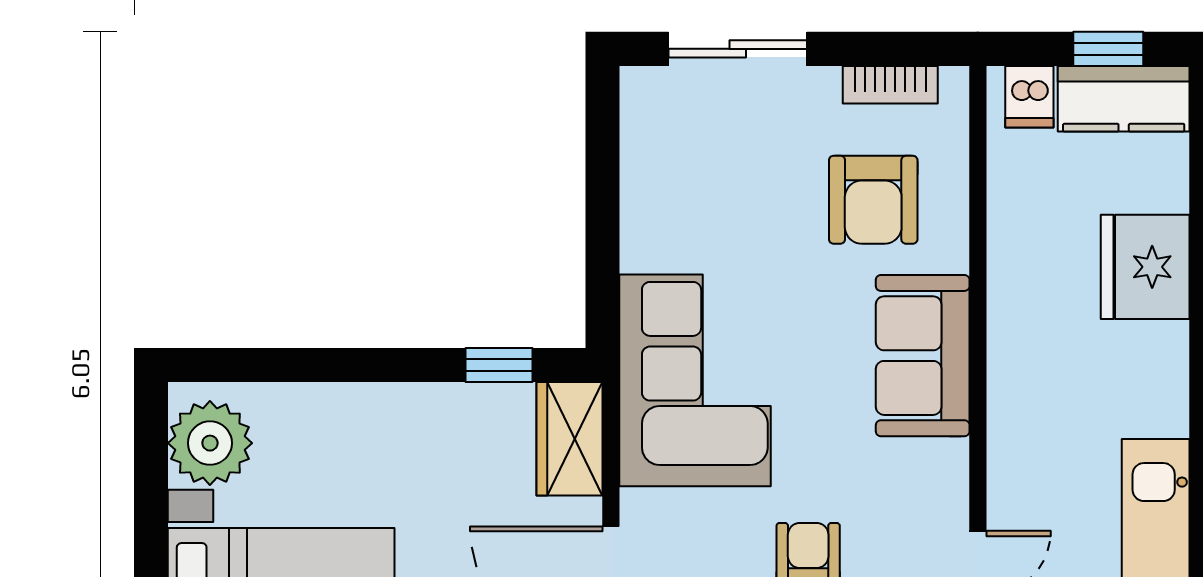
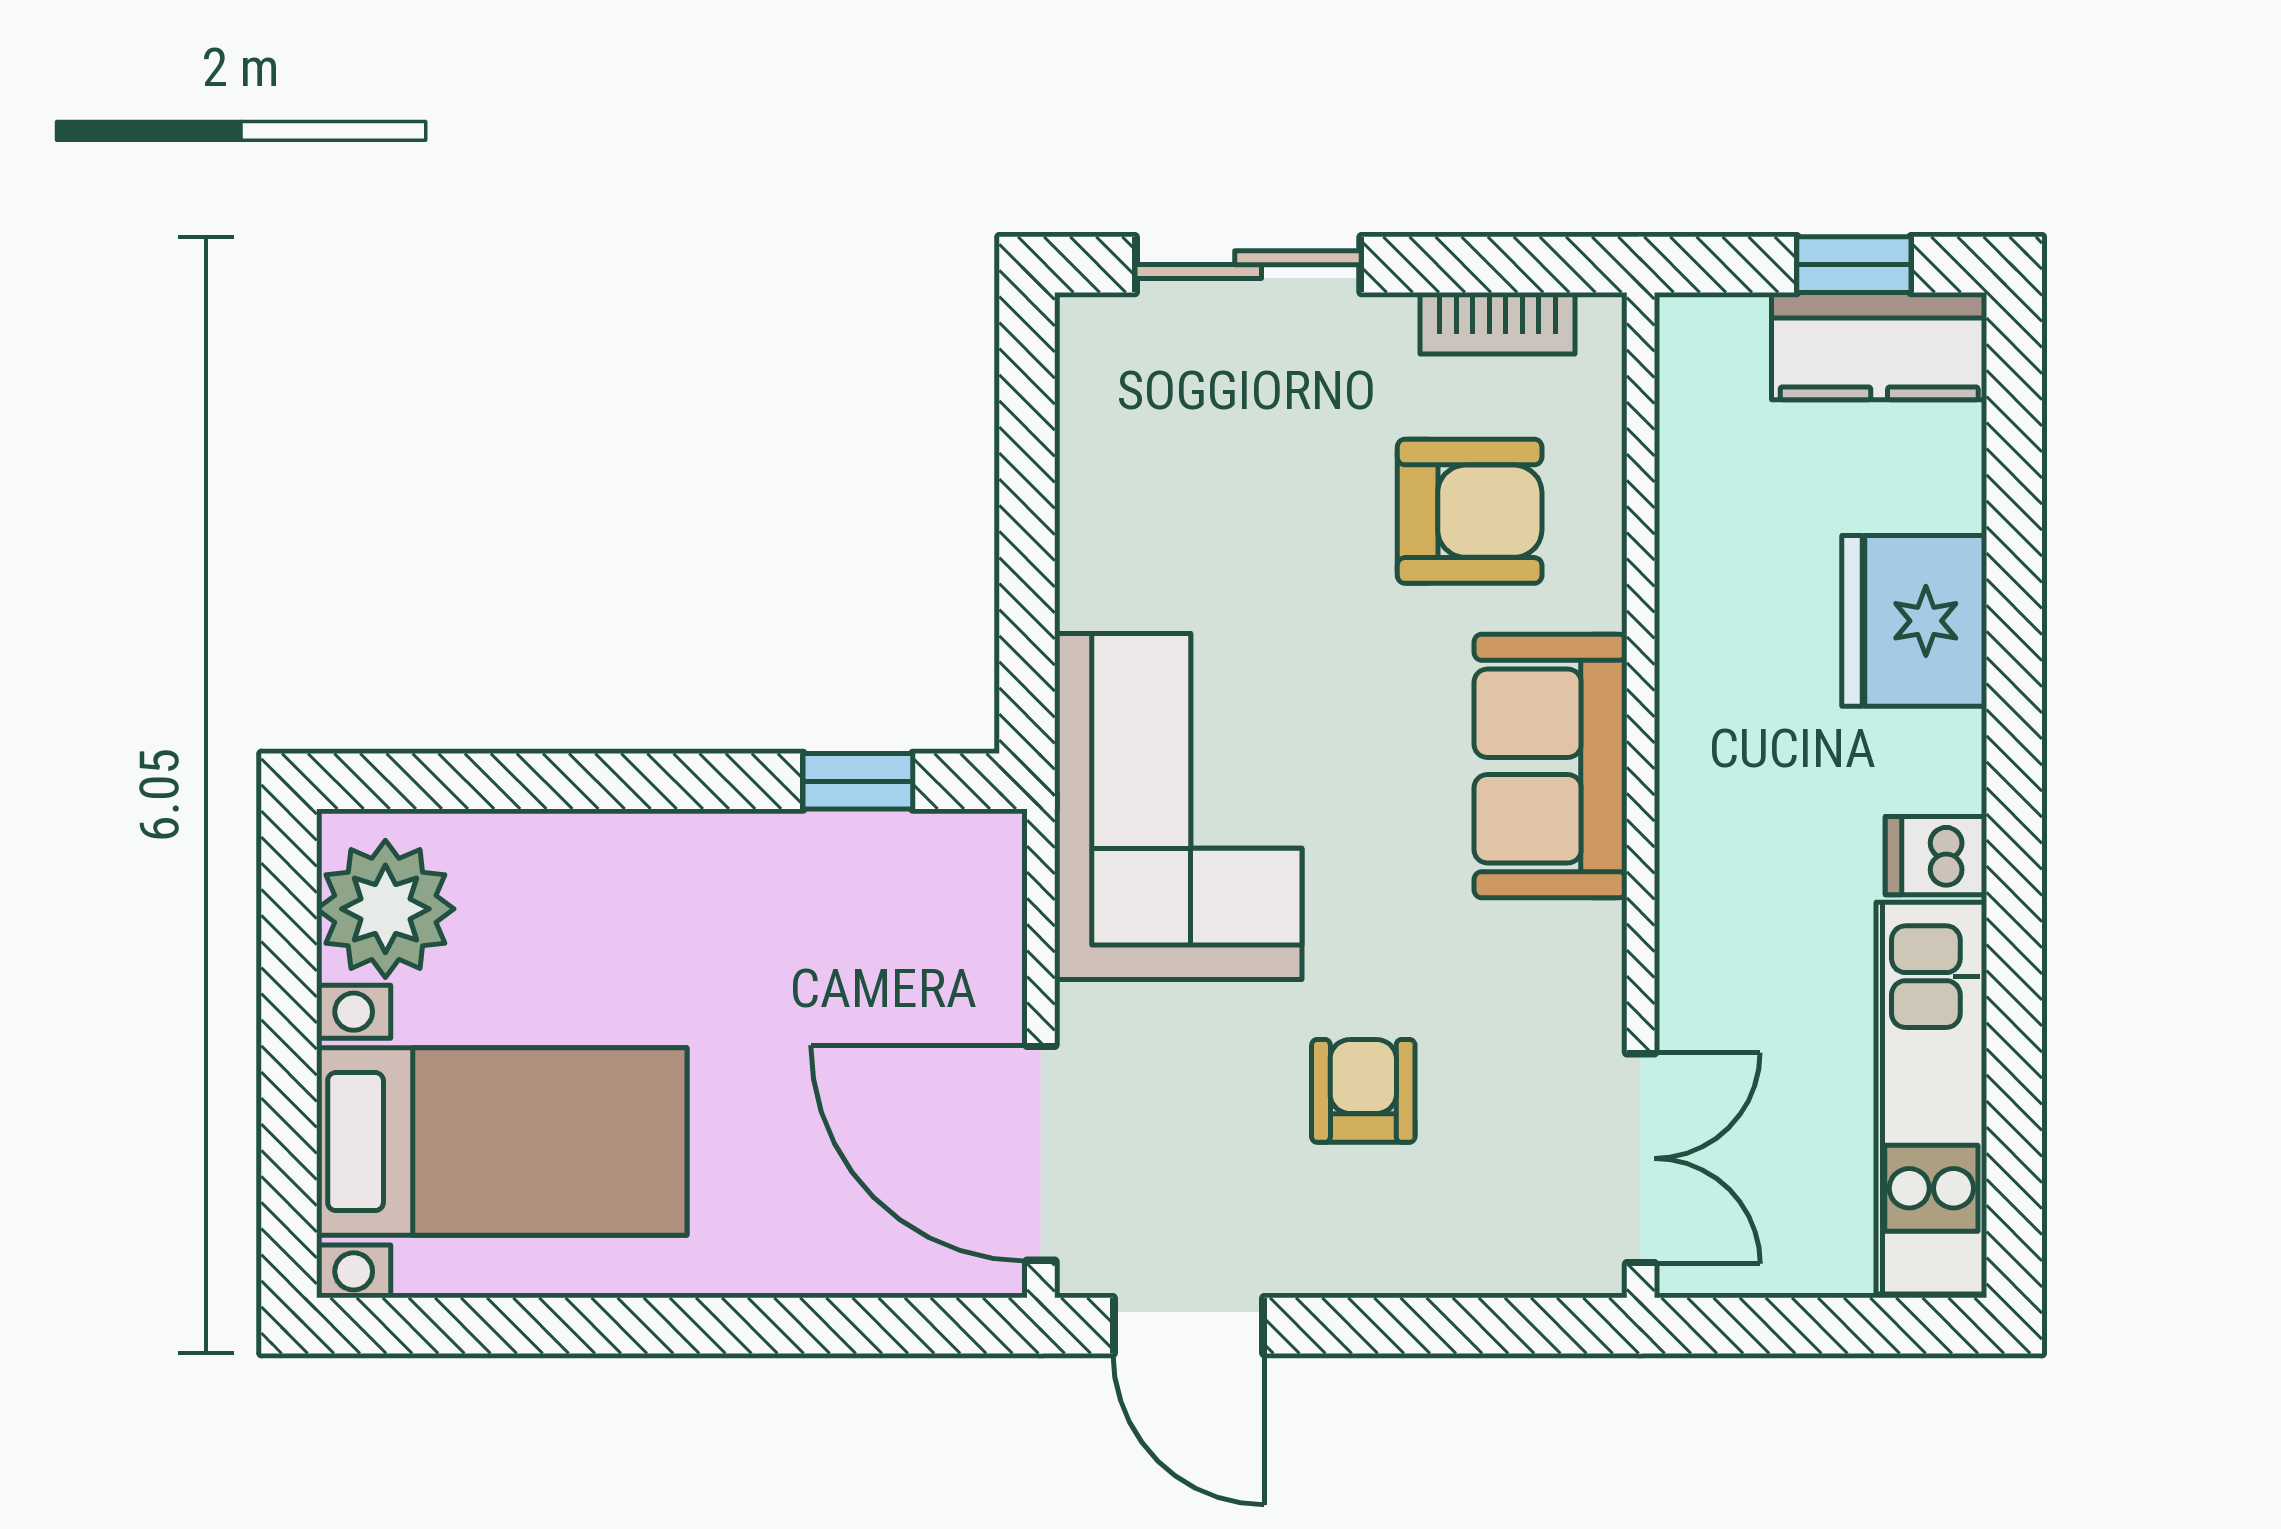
dishwasher: (1029, 97) -> (1936, 856), moved, turned 90
armchair: (873, 200) -> (1470, 511), turned -90
wardrobe: (570, 439) -> (973, 902), removed

